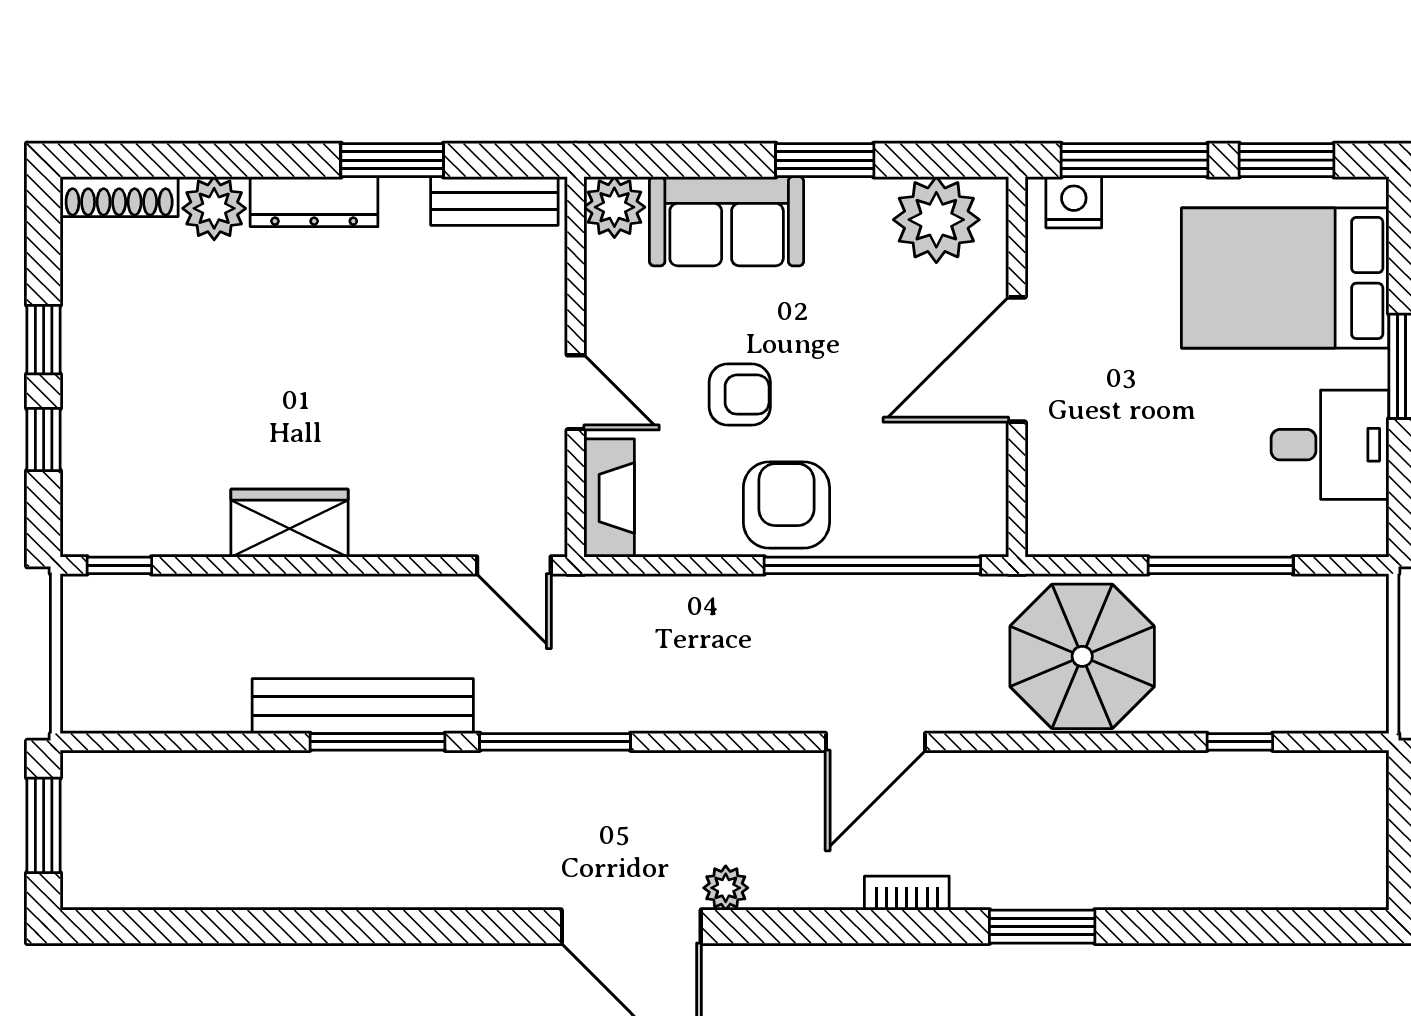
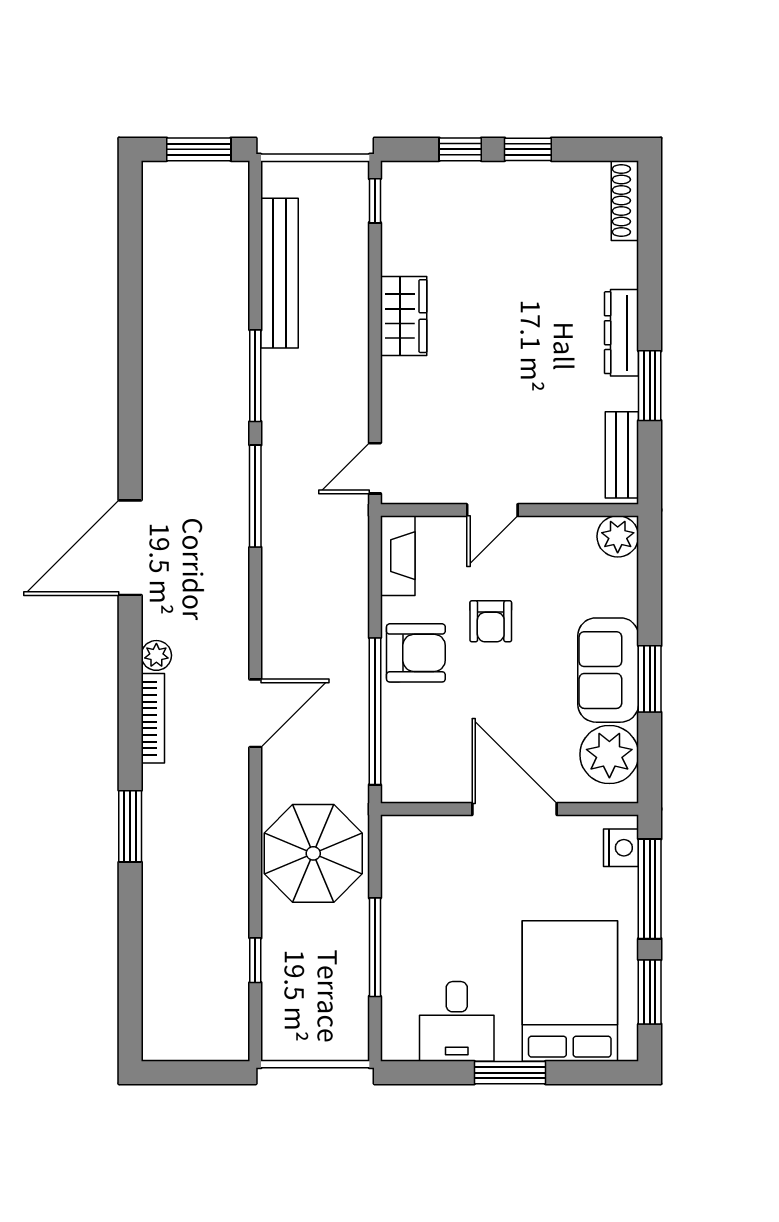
plant: (214, 208) -> (617, 265), removed
sofa: (727, 221) -> (608, 670), moved
fireplace: (609, 498) -> (398, 556), moved, turned -90
bench: (363, 706) -> (280, 273), moved
door: (876, 742) -> (255, 713), swing flipped
plant: (726, 888) -> (156, 655), moved
bookcase: (907, 893) -> (153, 718), width x1.56

